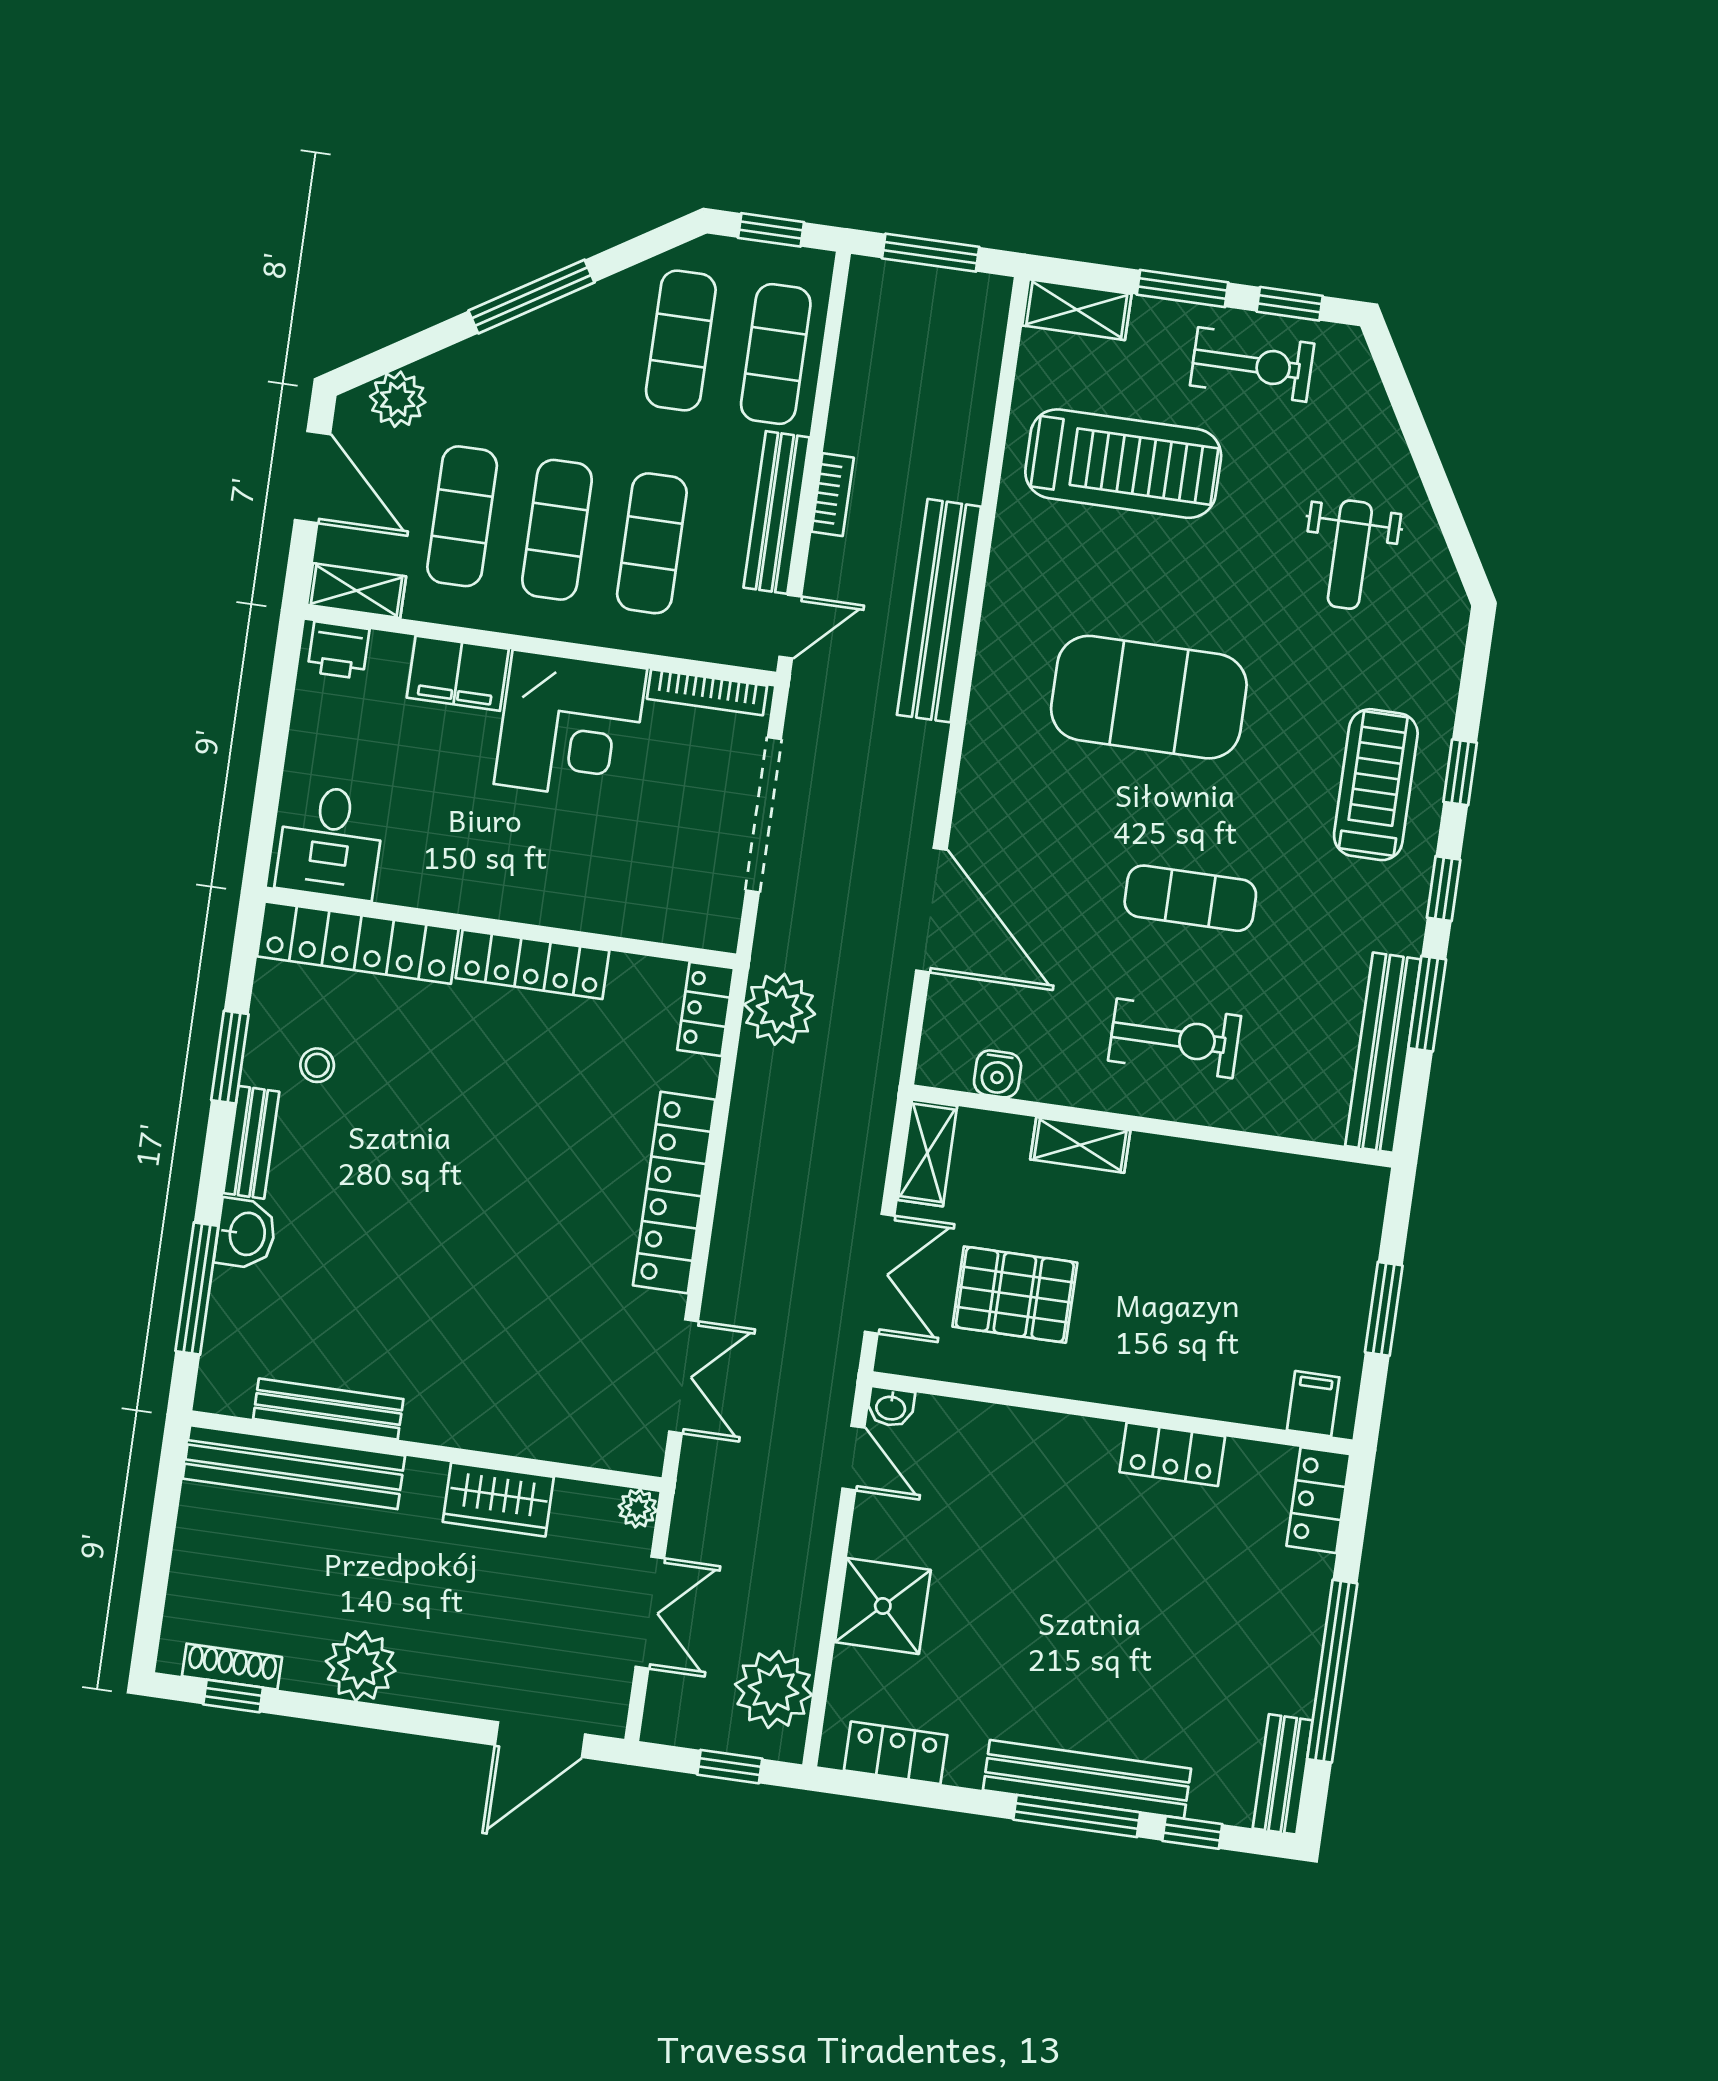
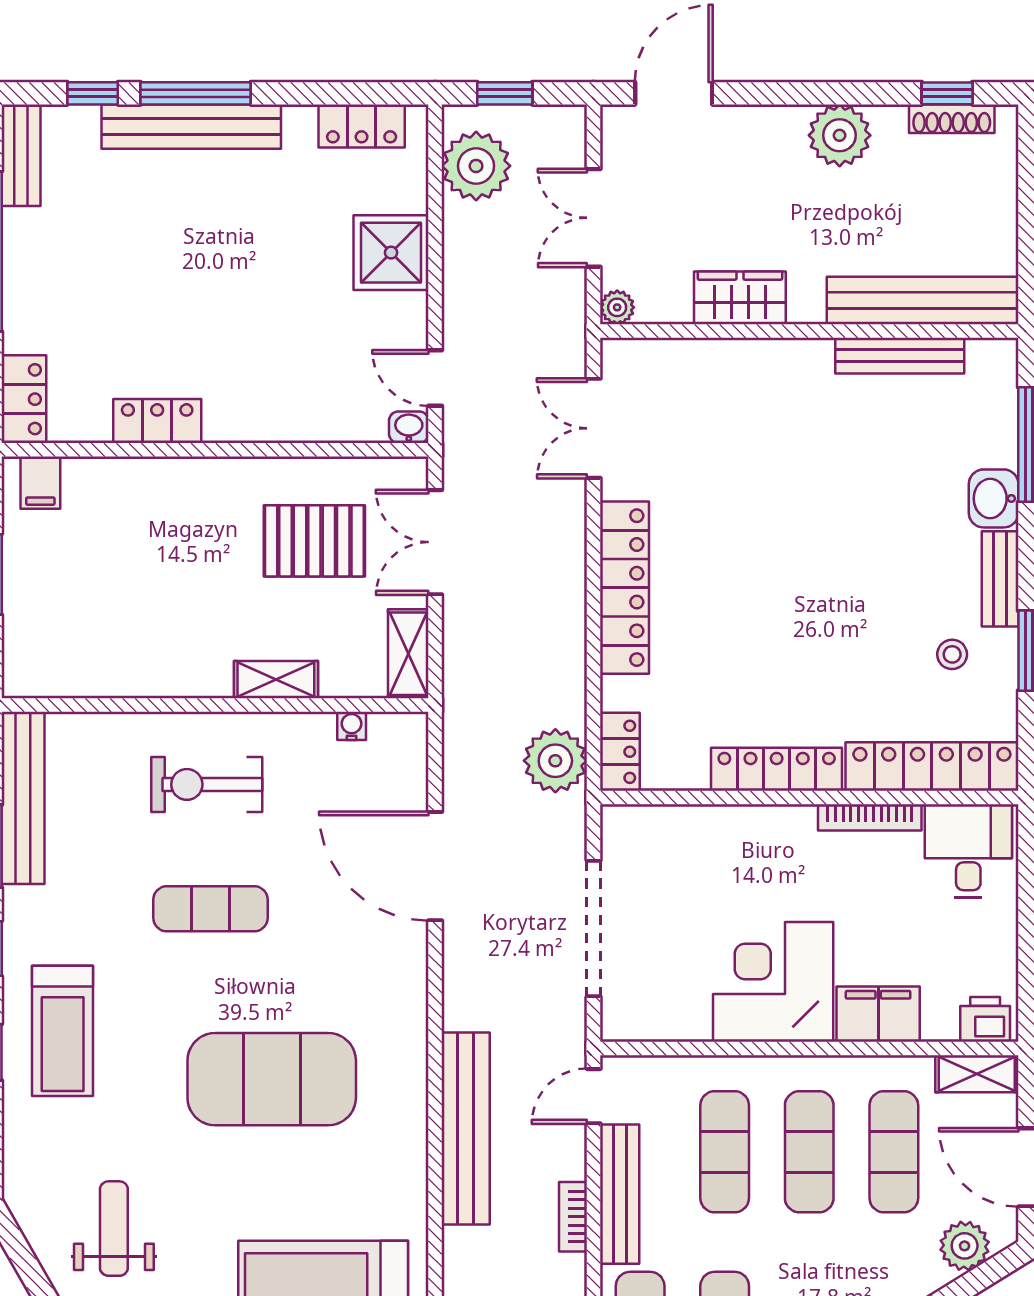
bookcase: (707, 692) -> (870, 817), moved, turned 180
water cooler: (998, 1074) -> (352, 726), width x0.72, depth x0.72

